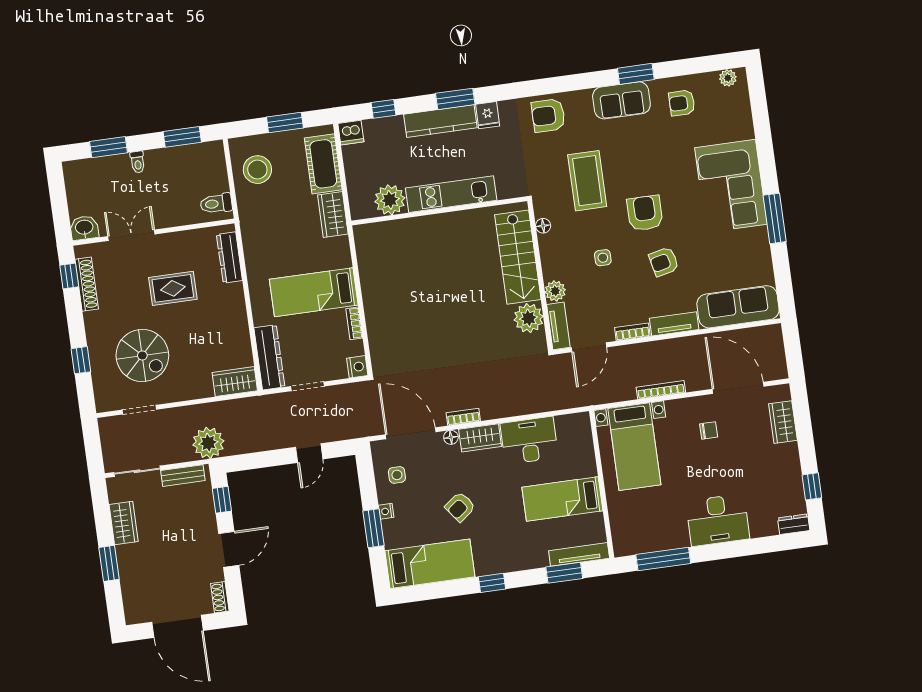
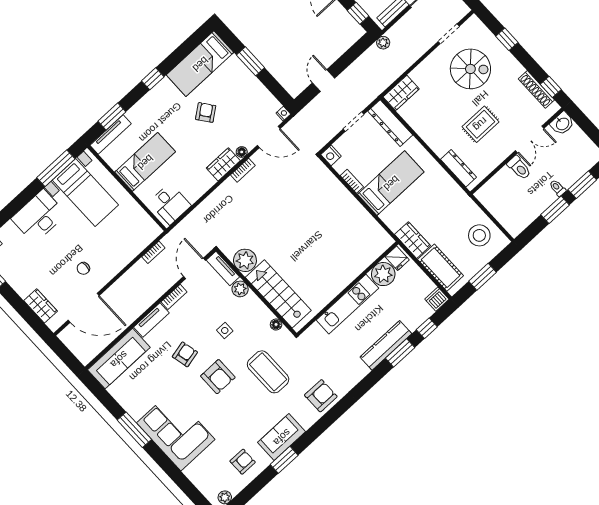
window: (455, 99) -> (400, 353), moved
fridge: (488, 115) -> (397, 258), moved, turned 180
window: (182, 137) -> (555, 210), moved
toilet: (216, 204) -> (519, 168), moved, turned 90
spiral stairs: (142, 355) -> (470, 69), turned 180
bookcase: (661, 390) -> (153, 252), moved, width x0.64
door: (411, 433) -> (269, 137), width x0.73
desk: (529, 440) -> (170, 204), moved, width x0.73
plant: (208, 443) -> (383, 43), width x0.53, depth x0.53
bed with nightstands: (634, 447) -> (85, 192), moved, turned 180
side table: (397, 475) -> (259, 105), removed
nightstand: (386, 511) -> (283, 114), moved

